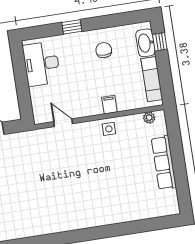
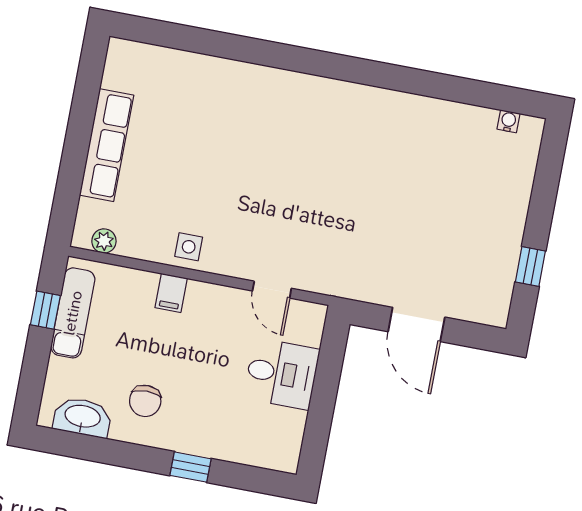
window: (160, 42) -> (45, 310), moved
washbasin: (146, 43) -> (82, 417), moved, turned -90
desk: (42, 64) -> (282, 374), moved, width x0.73

